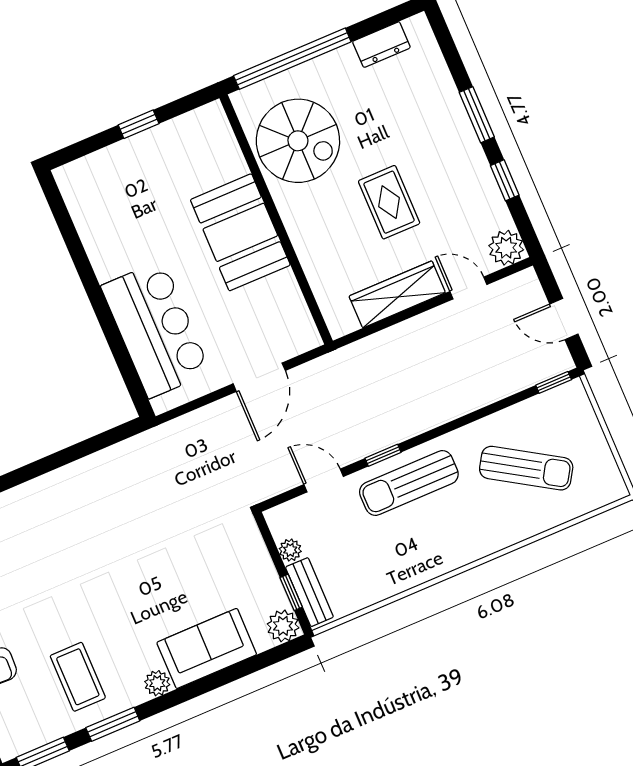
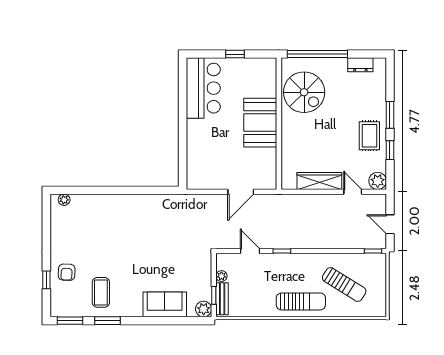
rug: (389, 202) -> (369, 136), moved
bar counter: (156, 329) -> (203, 88), moved
sun lounger: (409, 483) -> (301, 301), moved, turned 180
plant: (157, 683) -> (136, 311), removed

